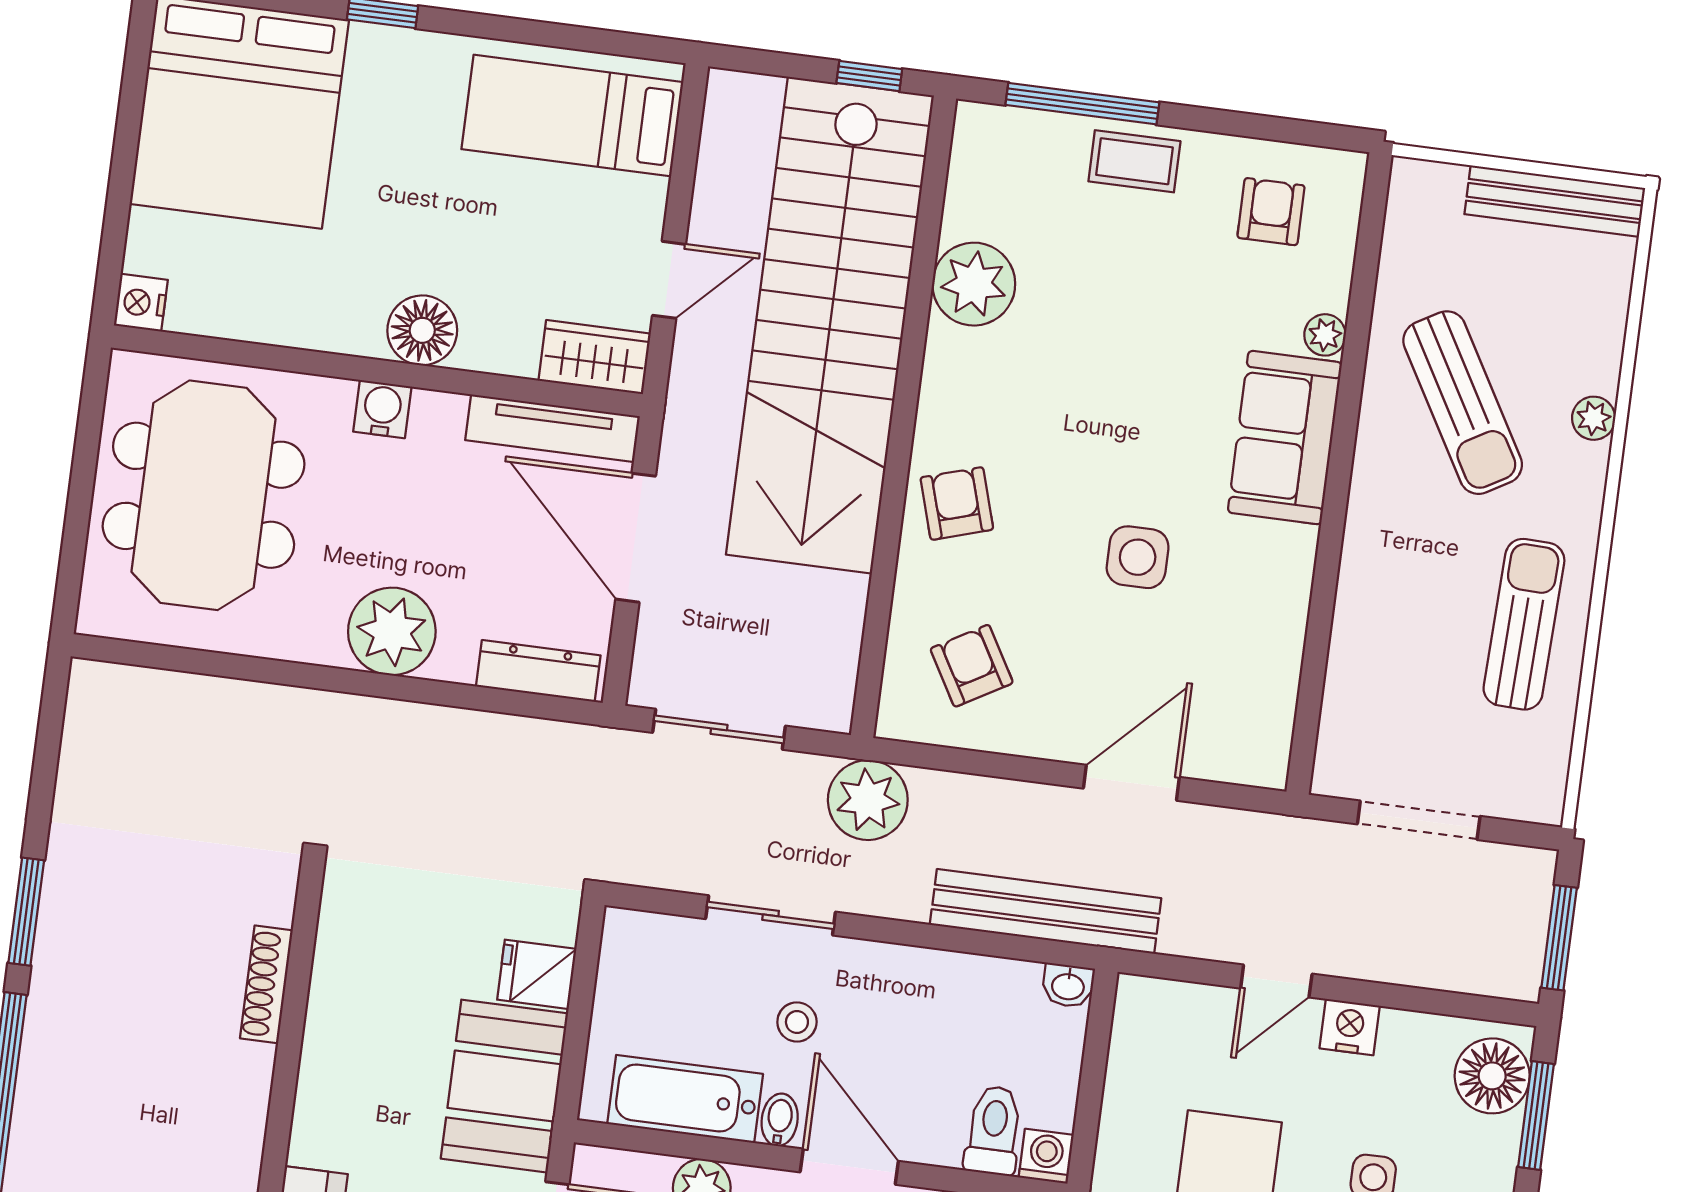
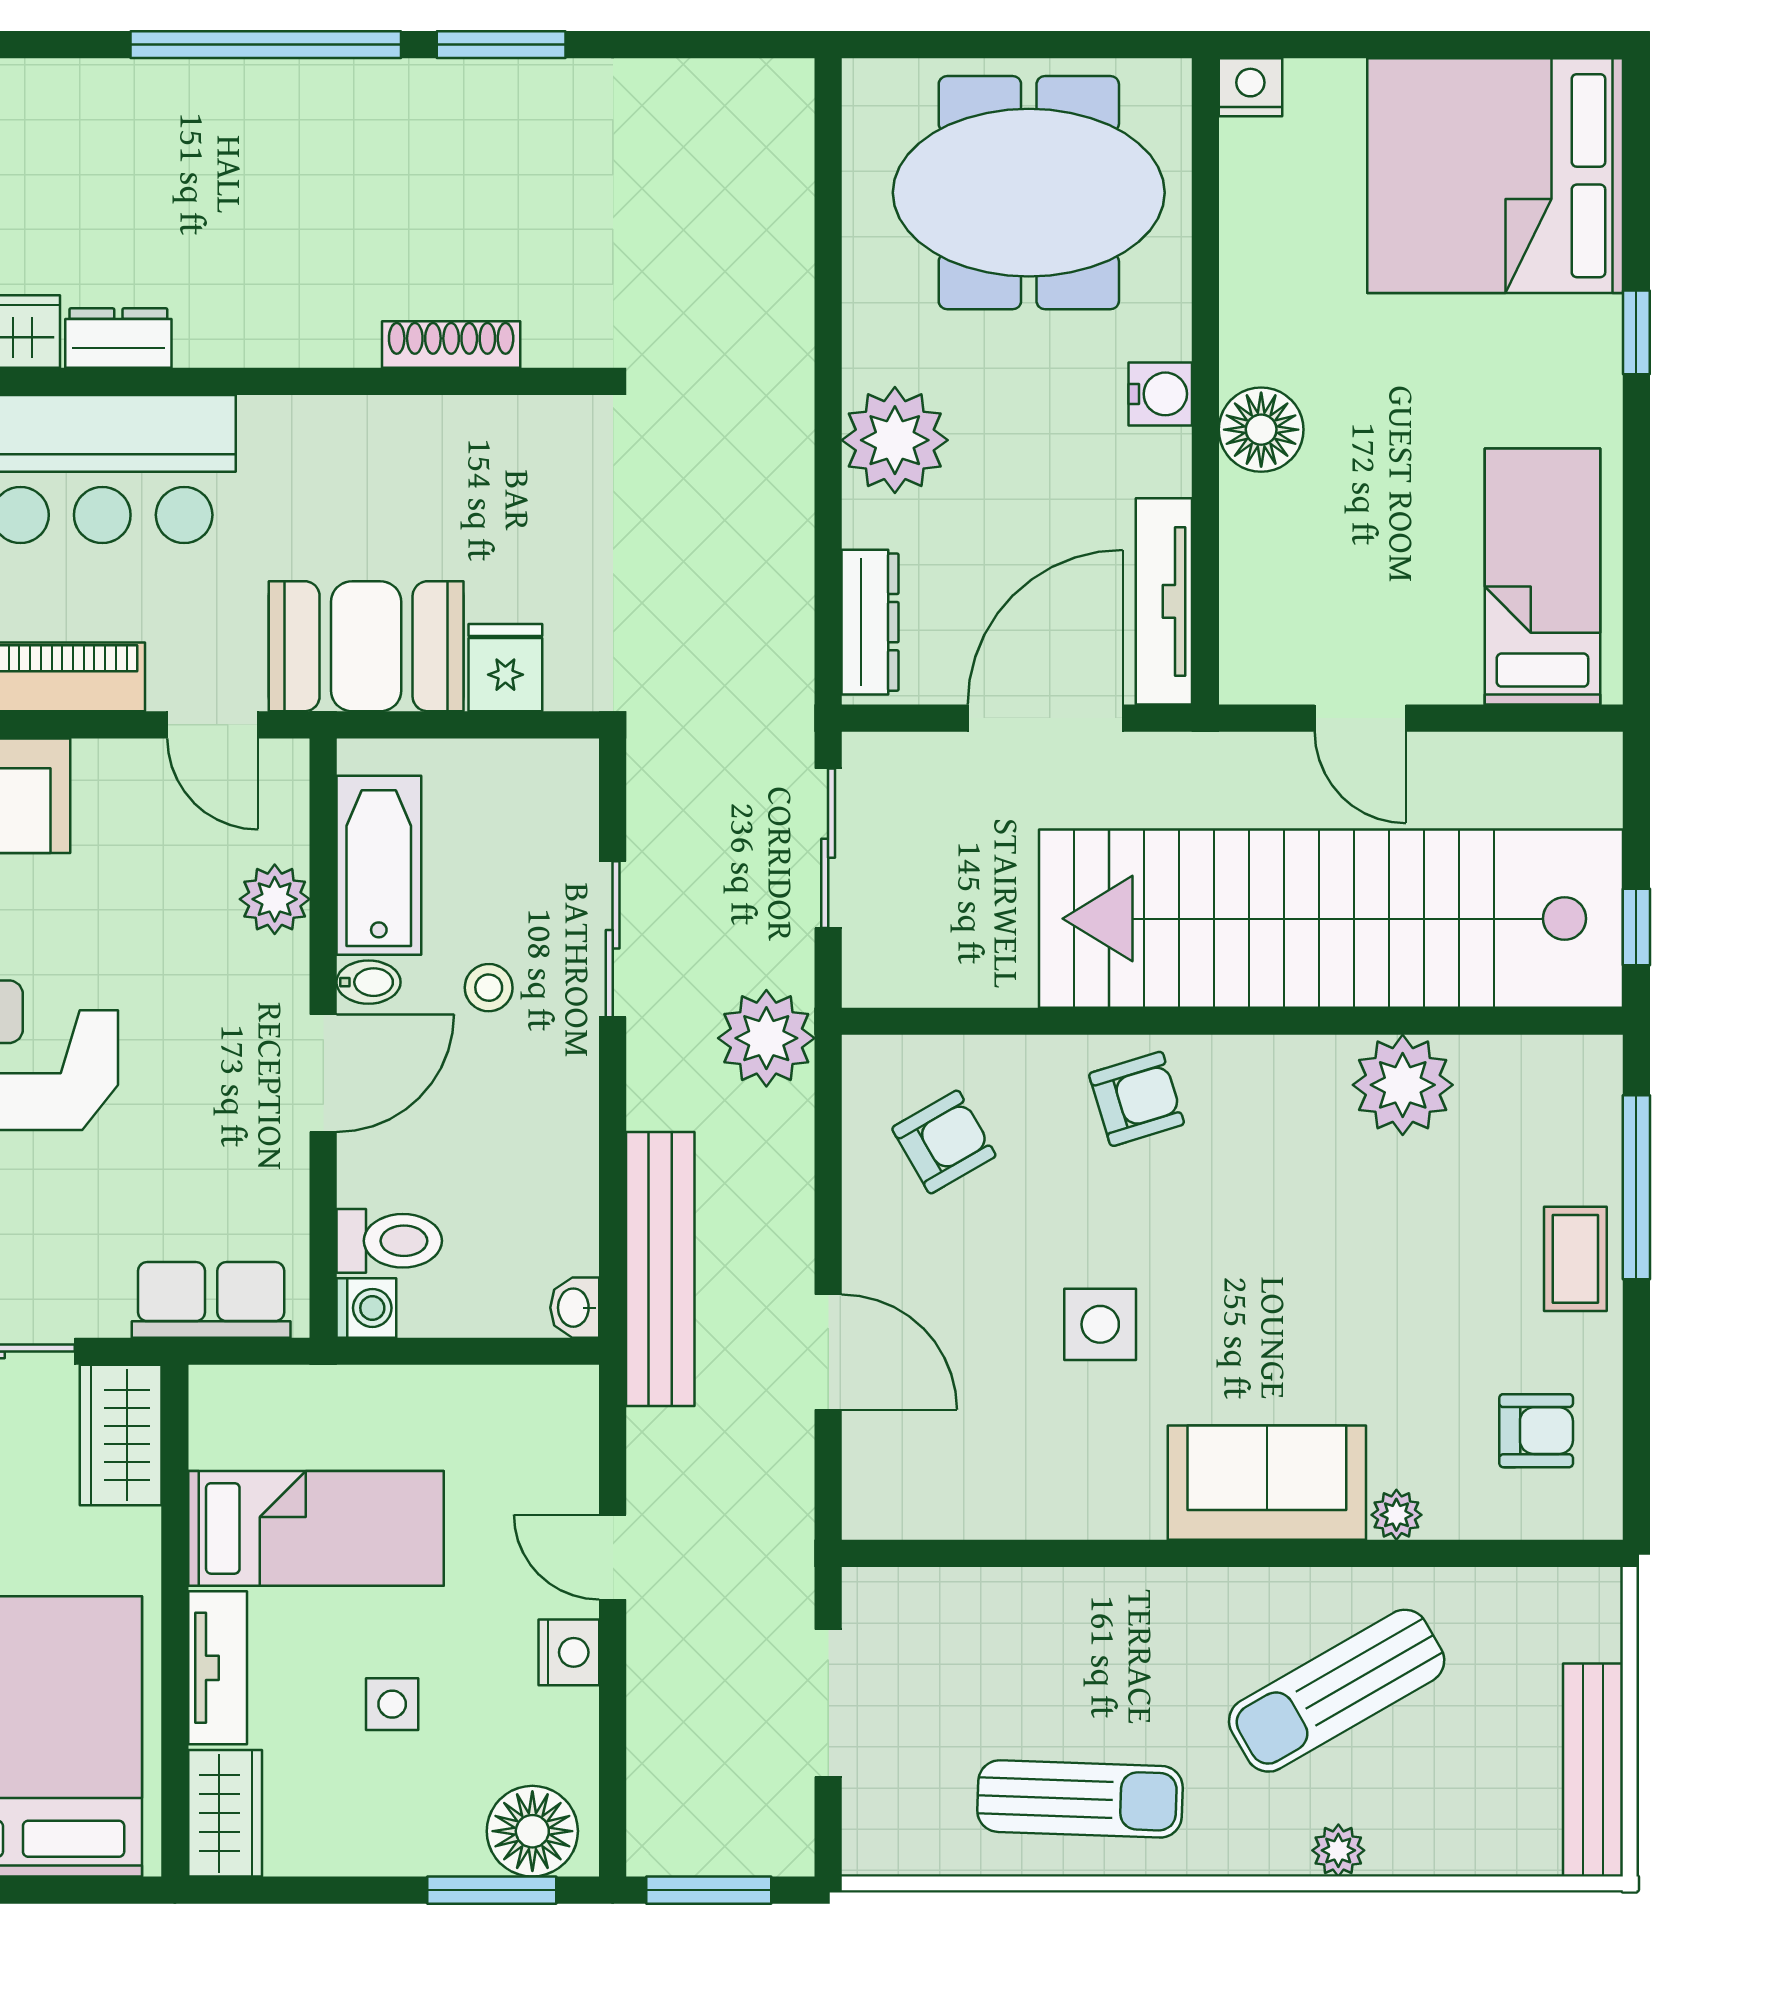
wardrobe: (595, 357) -> (1256, 641), removed

